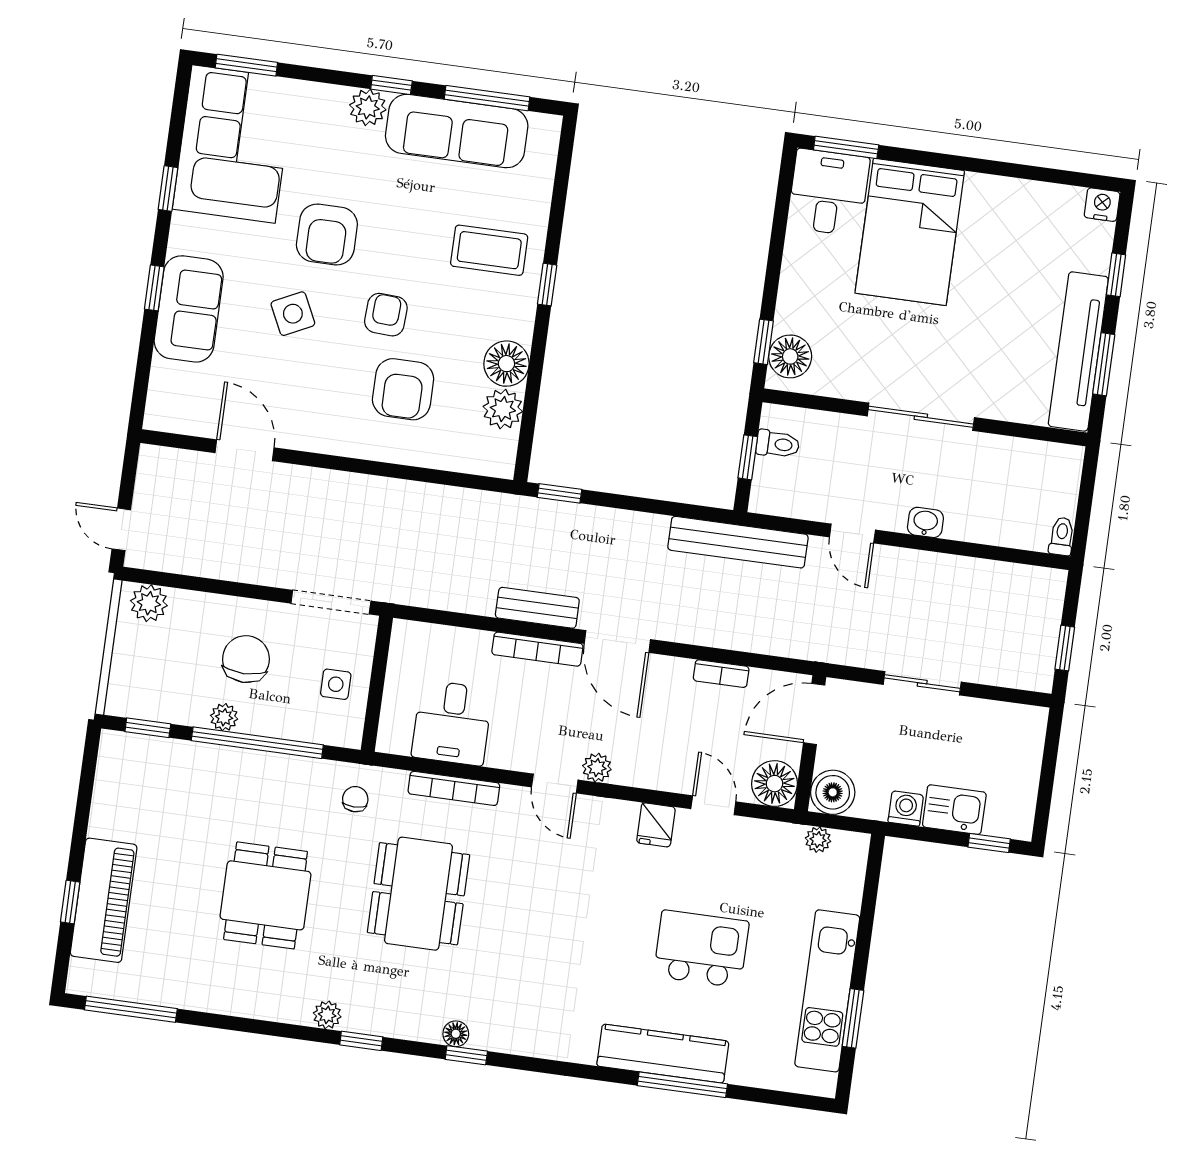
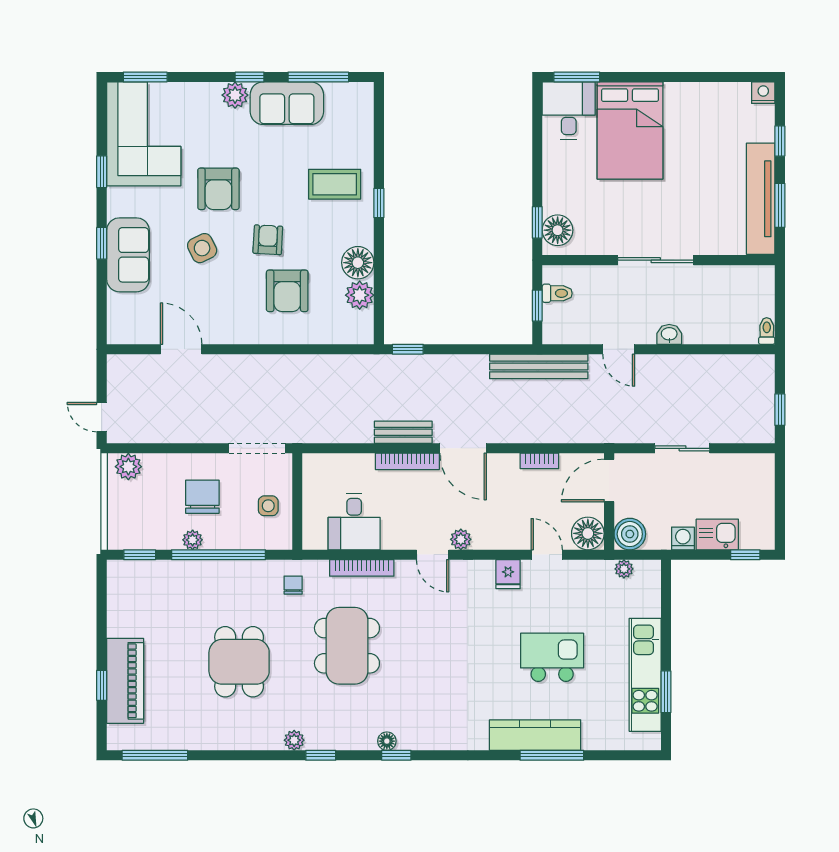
sofa: (457, 131) -> (287, 103), width x0.73

